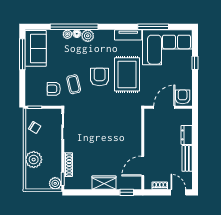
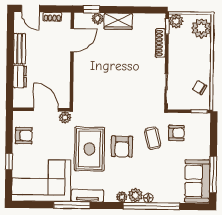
window: (153, 27) -> (72, 205), moved
plant: (67, 34) -> (122, 197), moved
armchair: (183, 97) -> (24, 136), moved, turned -90
plant: (148, 101) -> (65, 117), added
door: (164, 107) -> (46, 110), swing flipped
plant: (34, 160) -> (201, 28), moved
plant: (122, 185) -> (98, 19), added

